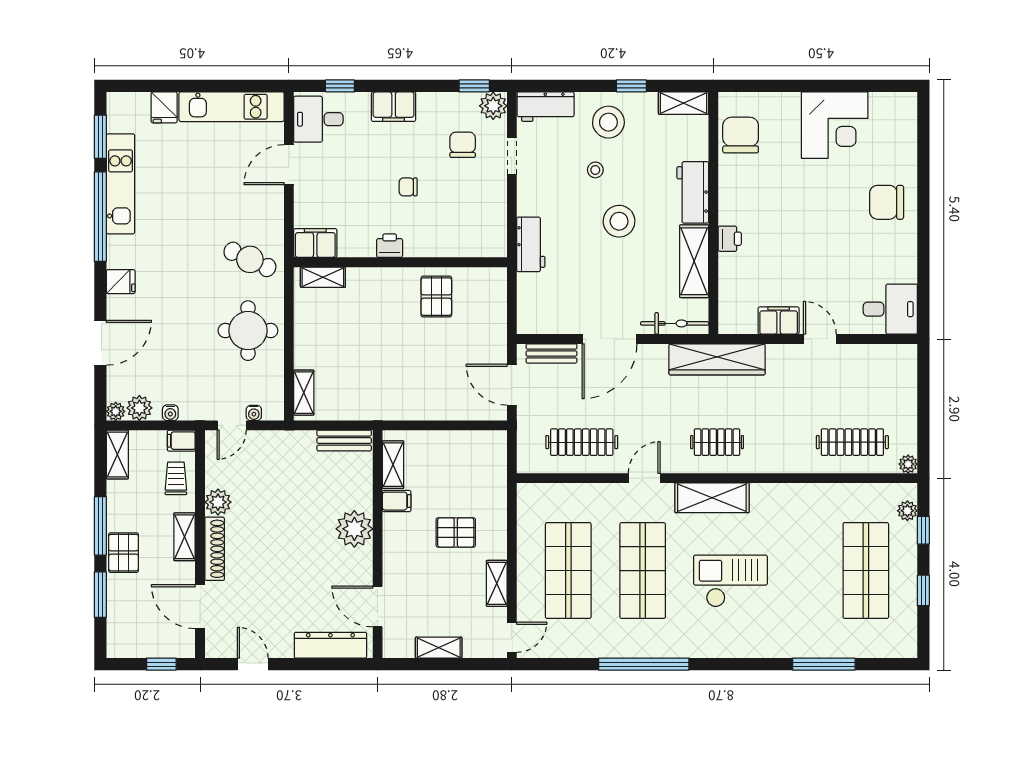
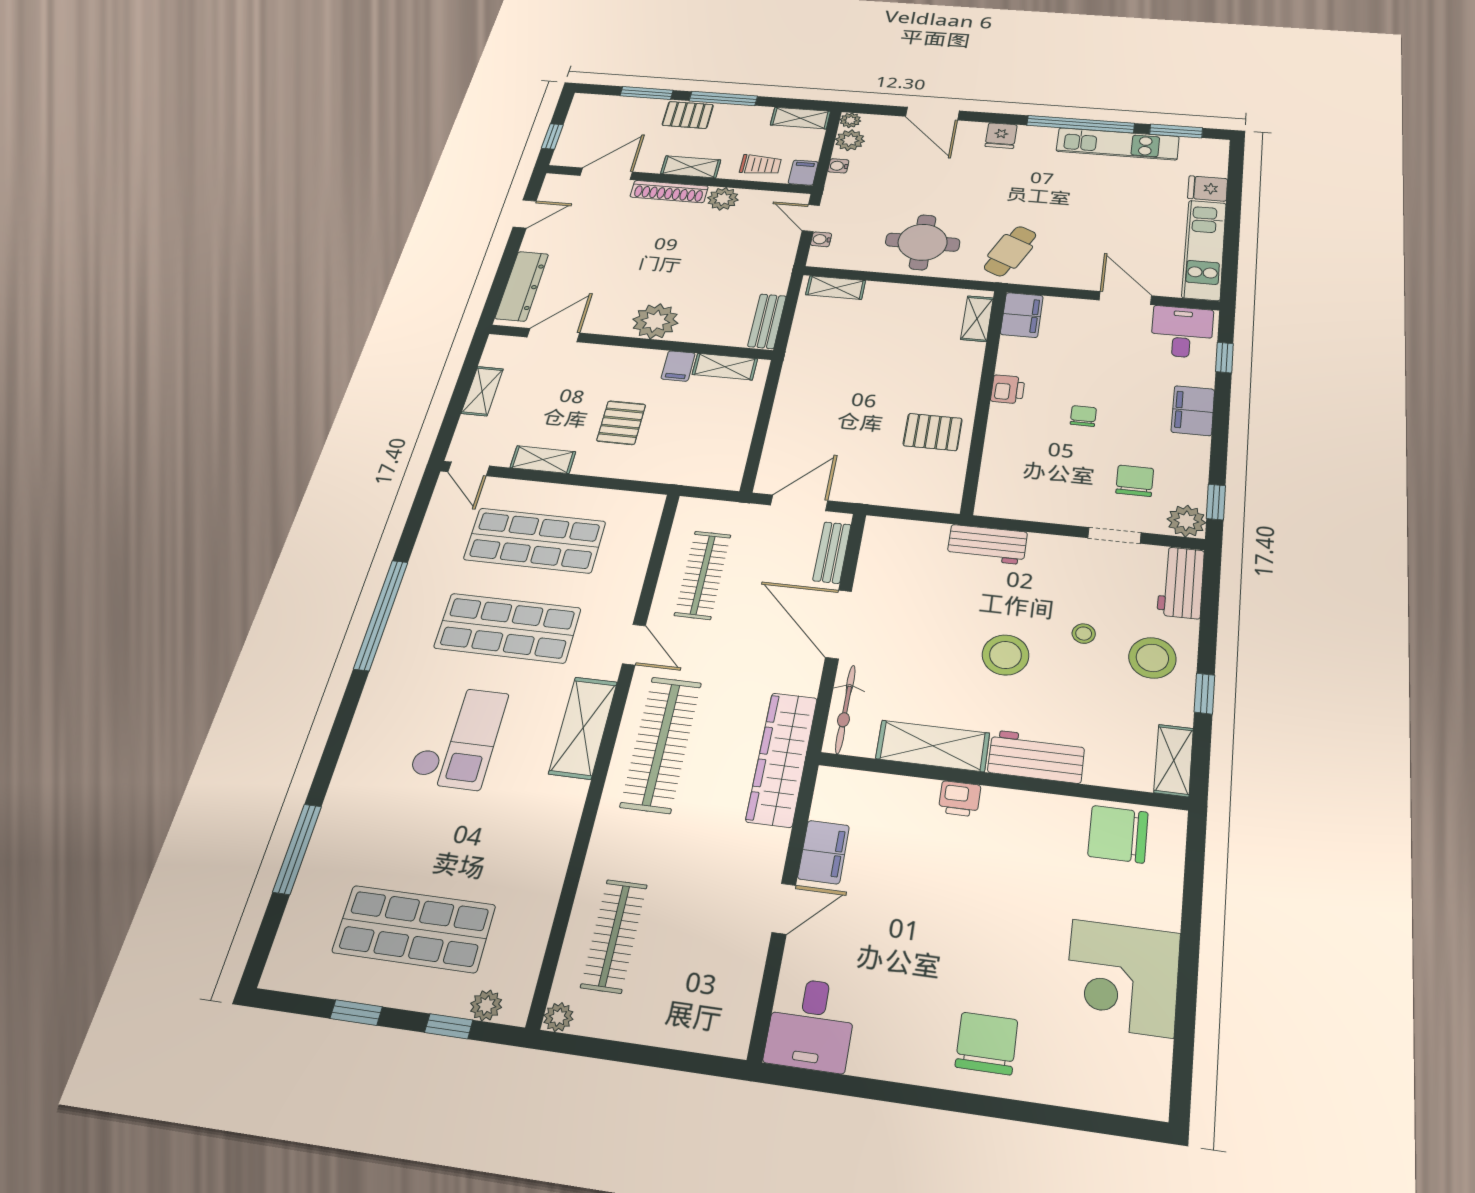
chair: (741, 135) -> (1118, 834), turned 180
chair: (463, 145) -> (1135, 481), turned -90
clothes rail: (717, 442) -> (661, 744), width x1.86, depth x1.31

